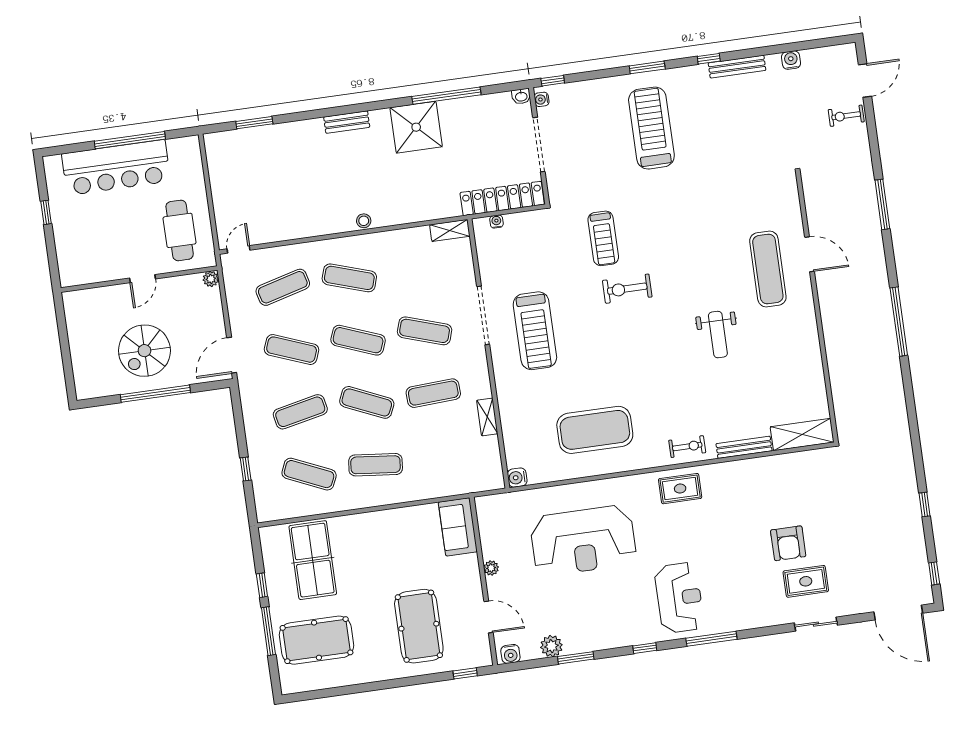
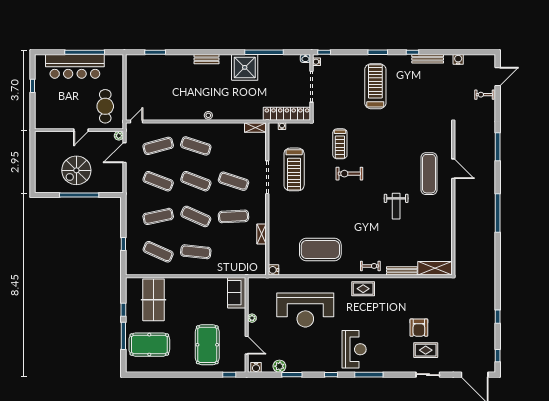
treadmill: (535, 331) -> (294, 169), moved
door: (232, 355) -> (124, 153), moved

